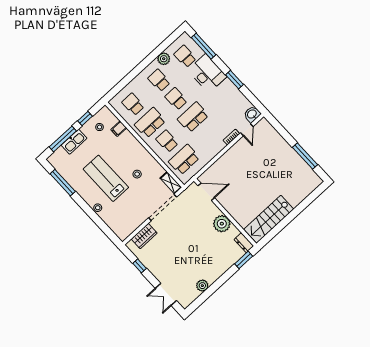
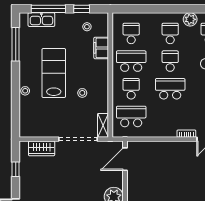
filing cabinet: (119, 129) -> (101, 48), width x2.00
kitchen sink: (74, 142) -> (41, 20), moved
door: (206, 192) -> (125, 159), swing flipped

